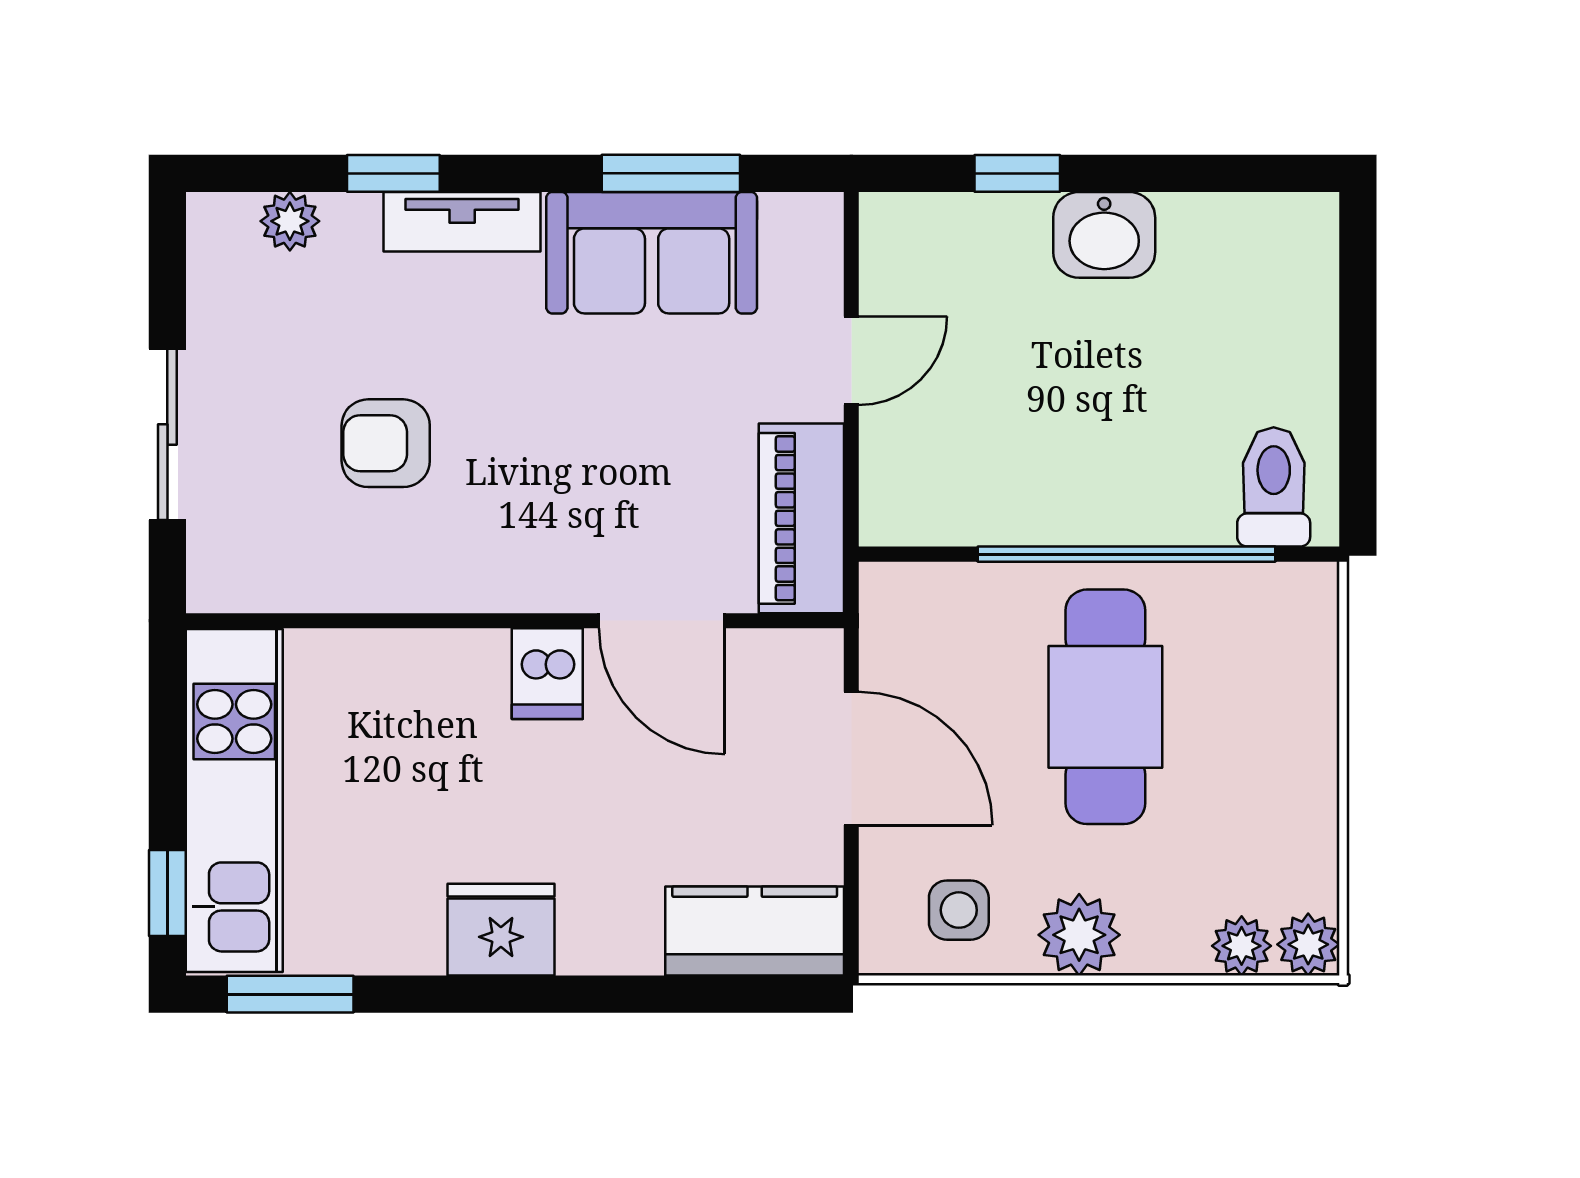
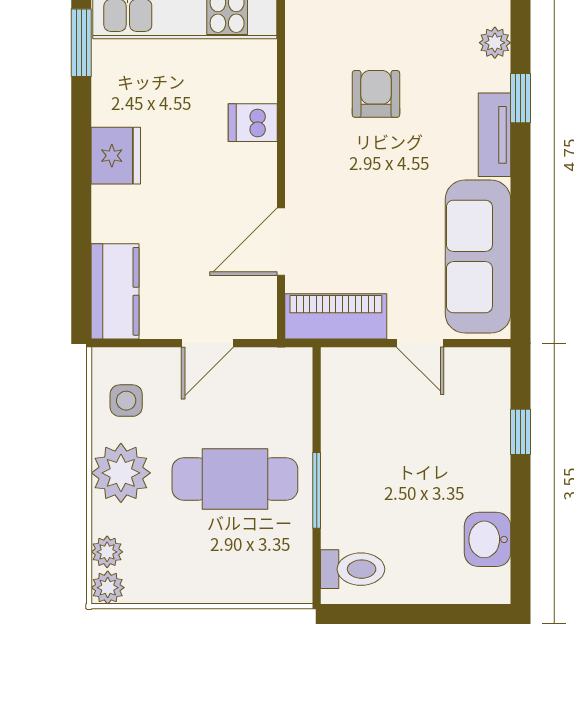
window: (671, 173) -> (520, 247), removed
washbasin: (1104, 235) -> (487, 539), moved
sofa: (652, 253) -> (478, 257), width x1.36
window: (1127, 554) -> (317, 490), width x0.47
dishwasher: (547, 674) -> (253, 123), moved
door: (851, 758) -> (207, 343), width x0.73
plant: (1079, 935) -> (121, 473), width x1.36, depth x1.36

